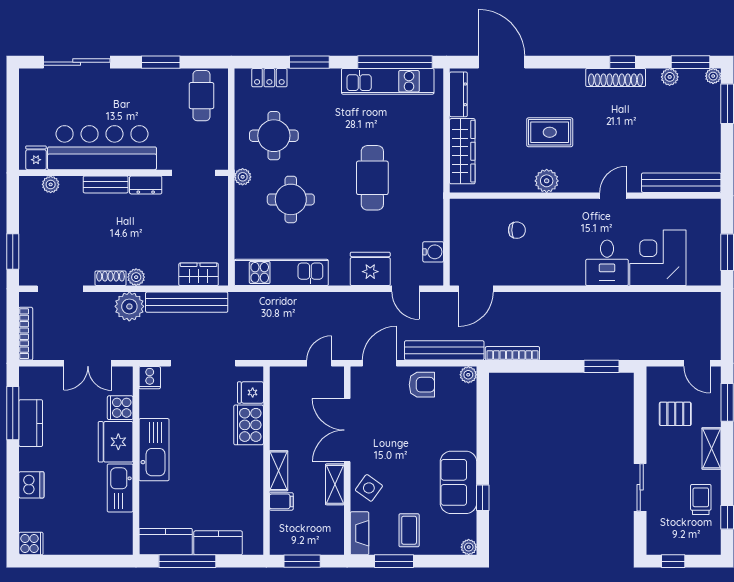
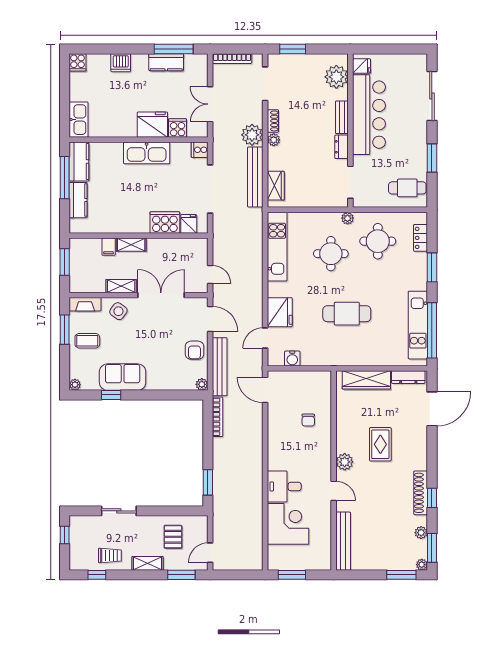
plant: (547, 181) -> (345, 462), moved
plant: (51, 184) -> (336, 77), width x1.88, depth x1.88
kitchen sink: (120, 488) -> (79, 120), moved, turned 90

